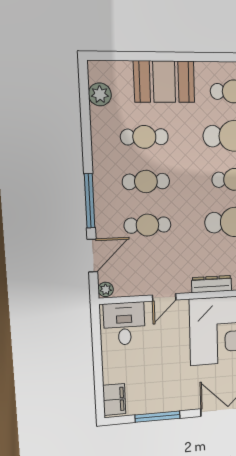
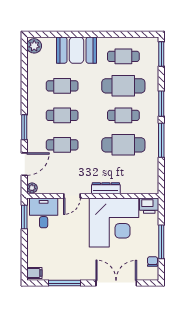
plant: (100, 94) -> (34, 46), moved
window: (90, 201) -> (24, 127), width x0.69
window: (96, 331) -> (24, 217), added
filing cabinet: (114, 400) -> (34, 273), width x0.50

